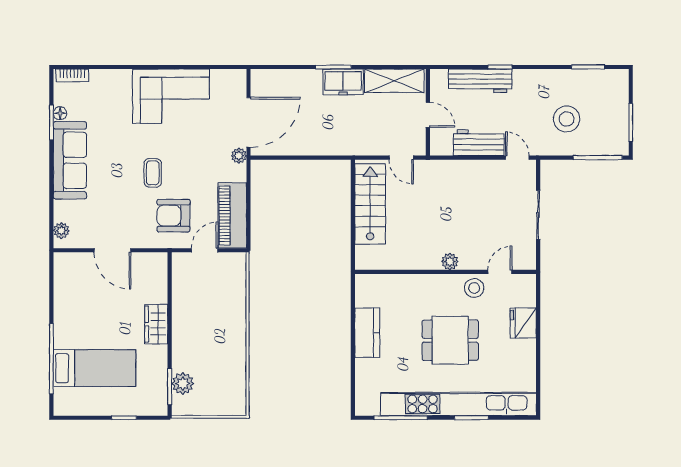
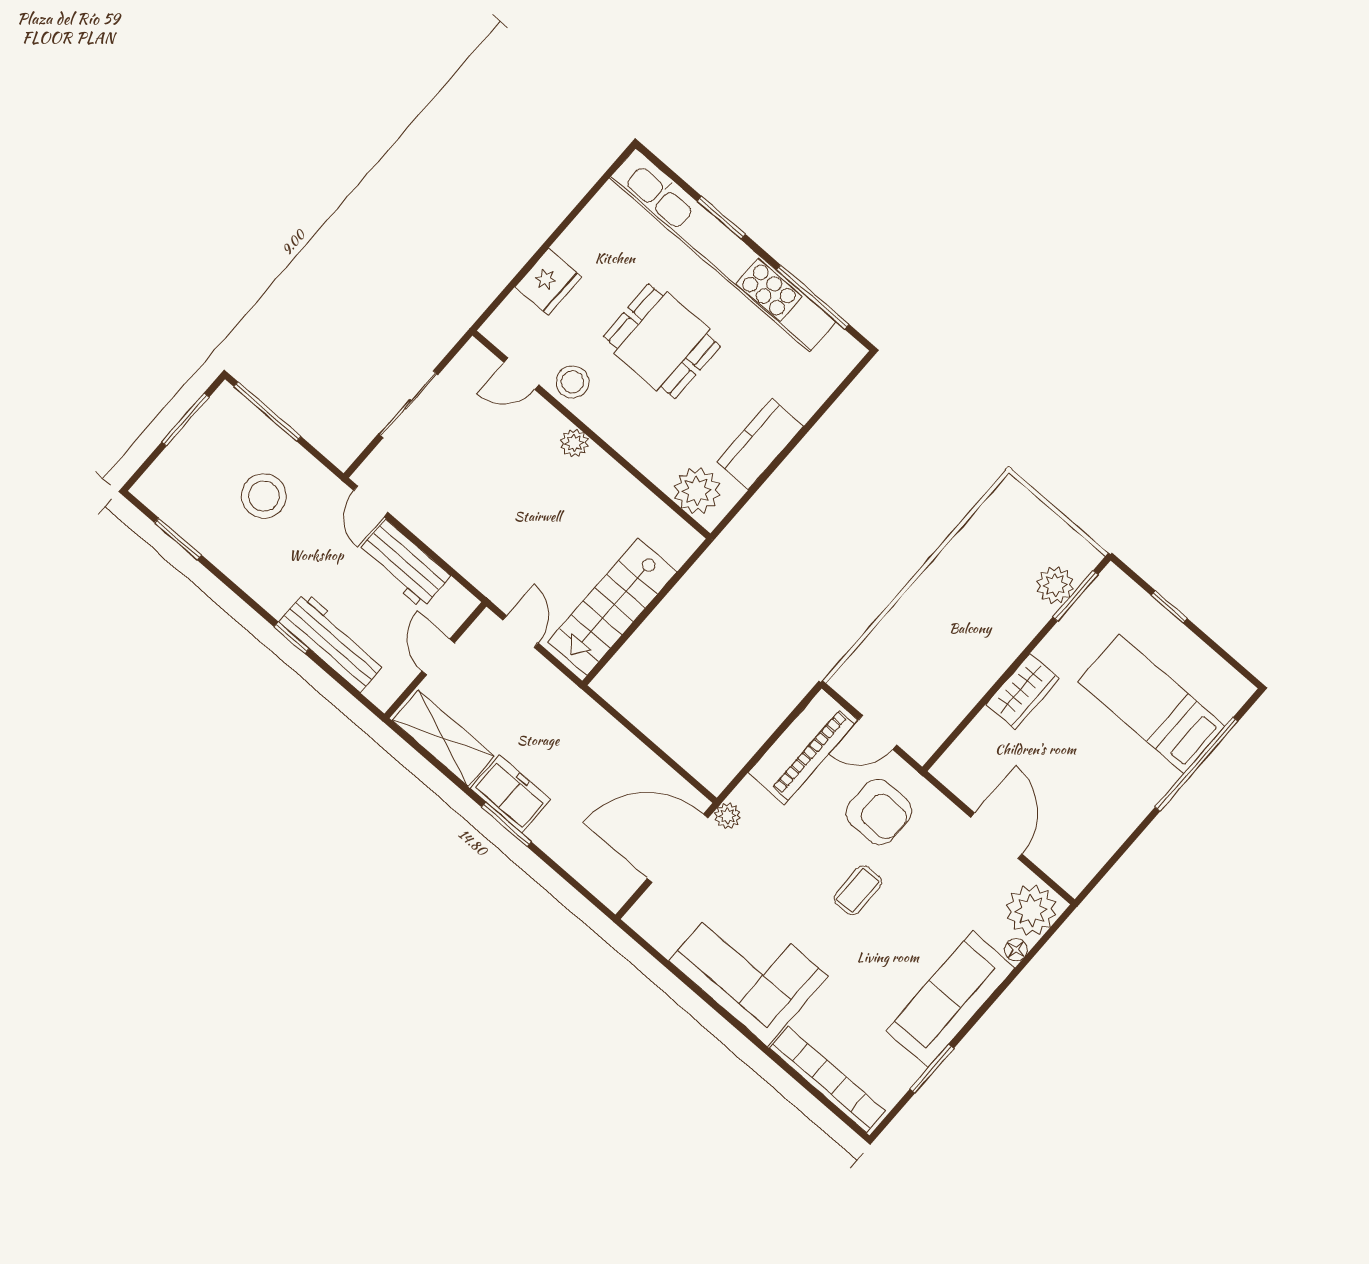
bookcase: (72, 75) -> (827, 1080), width x2.31, depth x1.31
floor lamp: (60, 113) -> (1016, 950), moved
plant: (61, 231) -> (1031, 910), width x1.88, depth x1.88
plant: (377, 288) -> (697, 491), added

